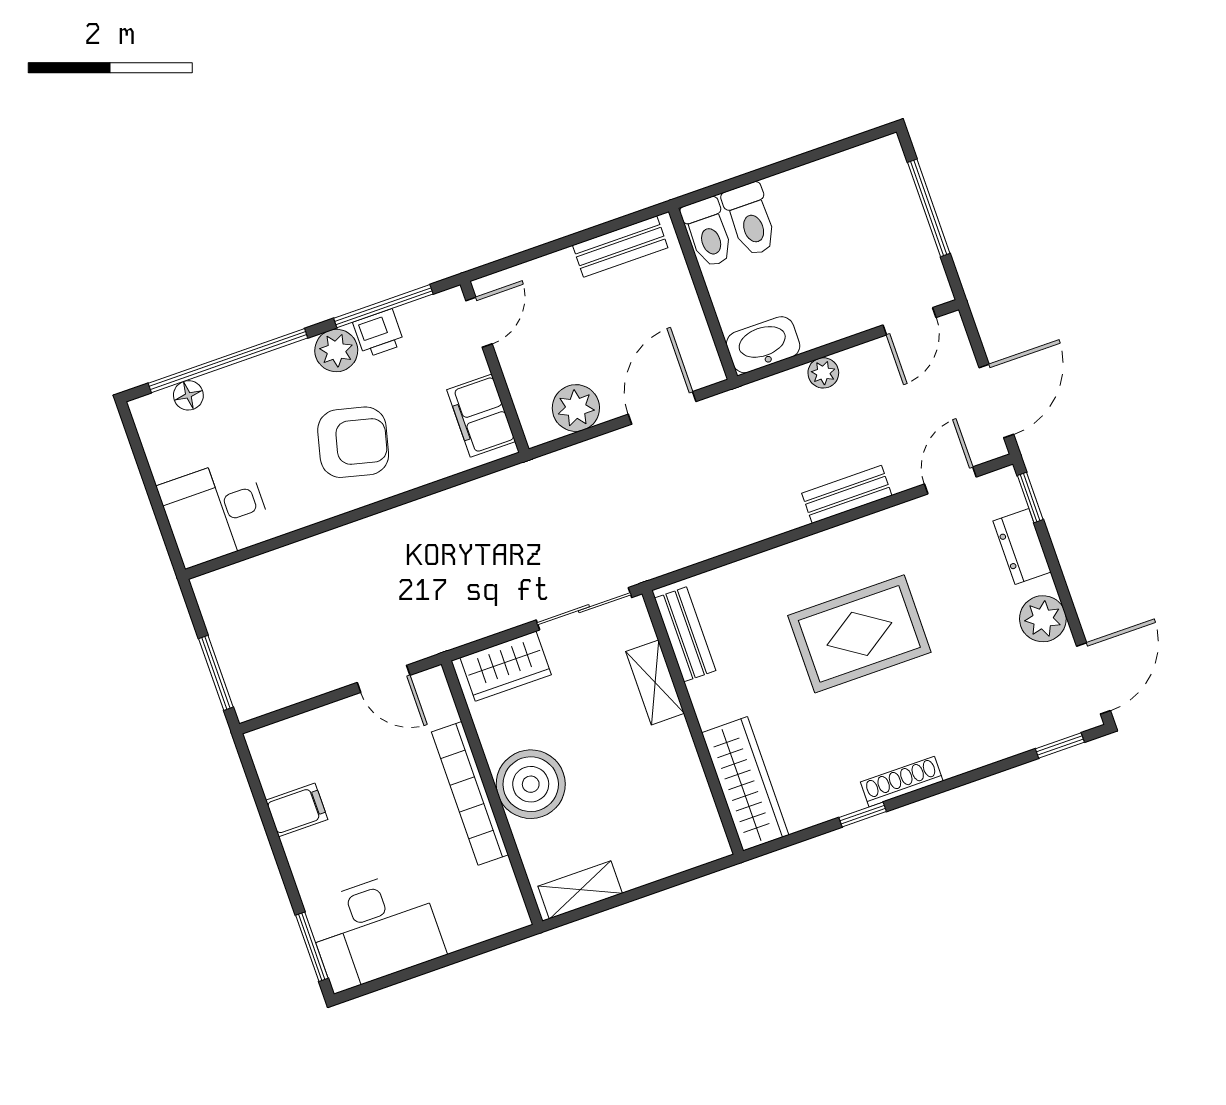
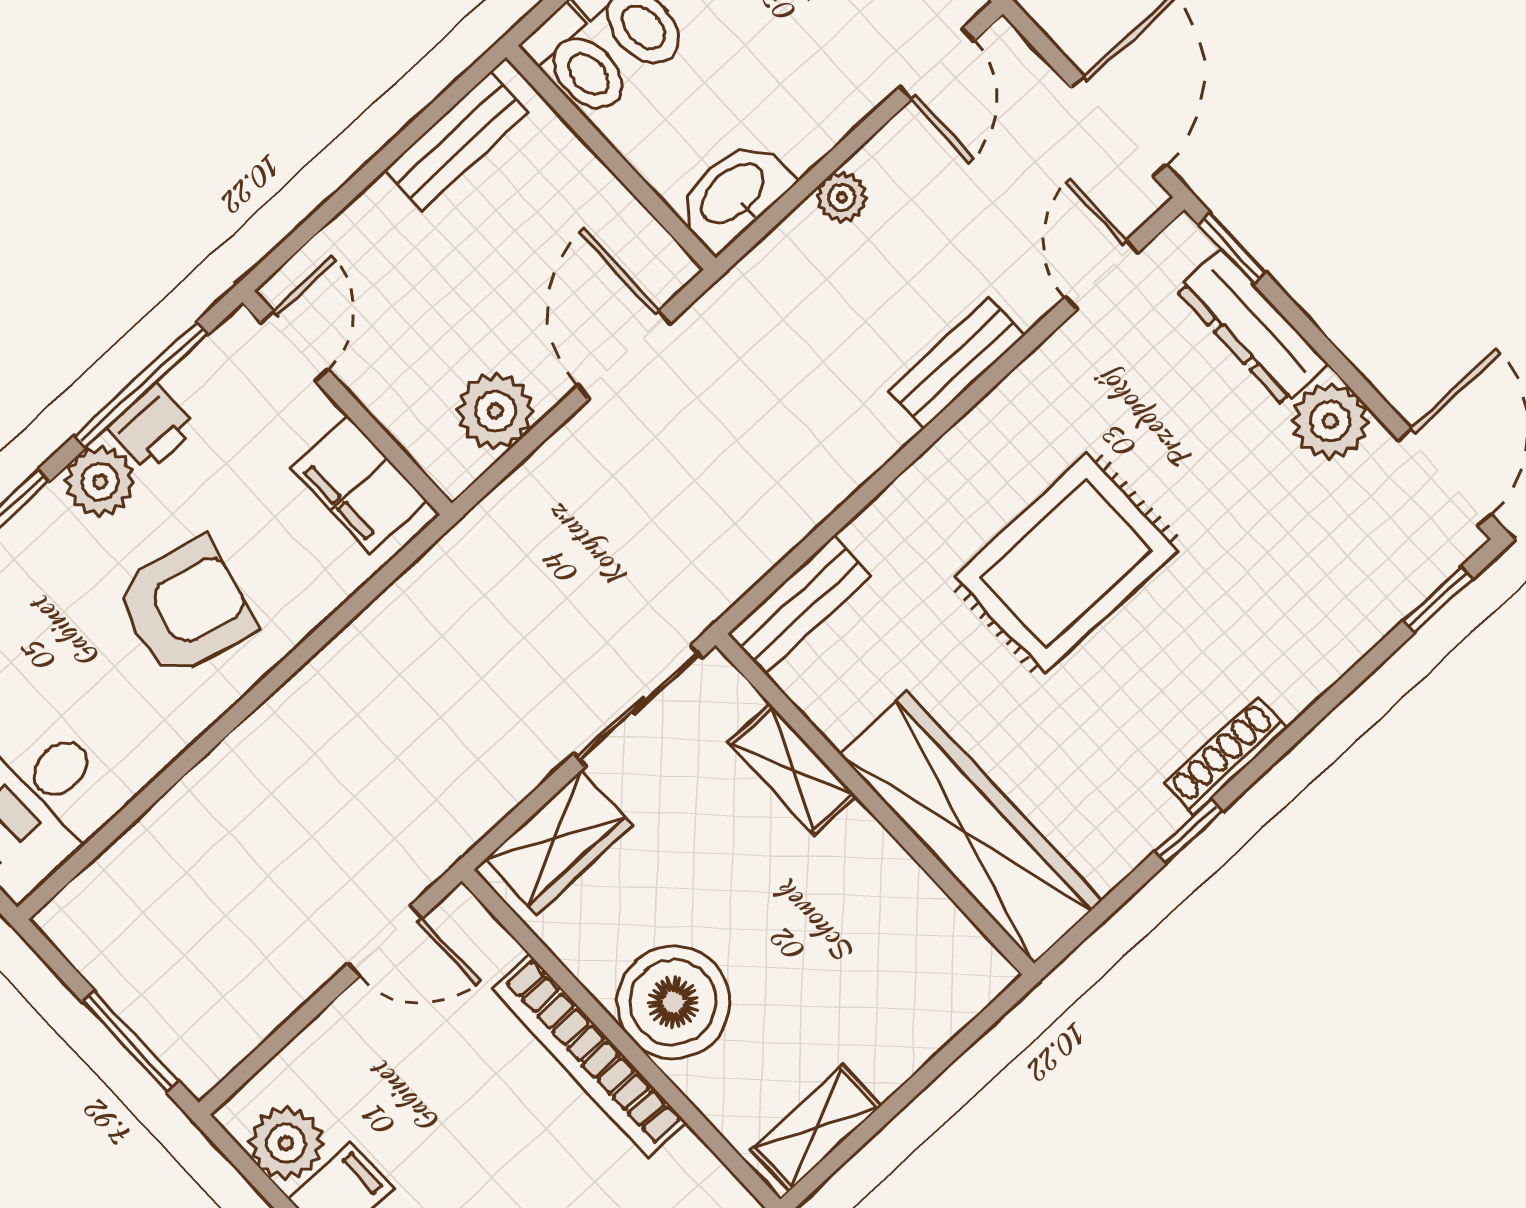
dresser: (1022, 547) -> (1252, 327), width x1.44
bench: (685, 634) -> (799, 605), moved, turned 90
plant: (278, 768) -> (286, 1143), added
wardrobe: (745, 784) -> (971, 827), width x1.40, depth x1.17

